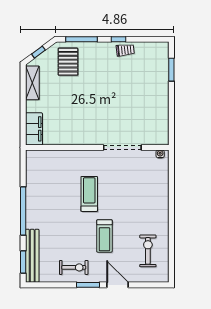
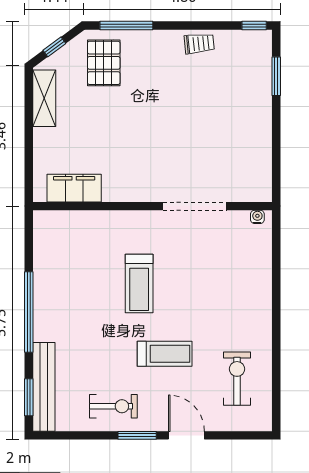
window: (119, 39) -> (254, 26), moved
filing cabinet: (34, 129) -> (74, 188), moved, turned -90
treadmill: (89, 194) -> (139, 284), turned 180
treadmill: (104, 236) -> (165, 354), turned -90

